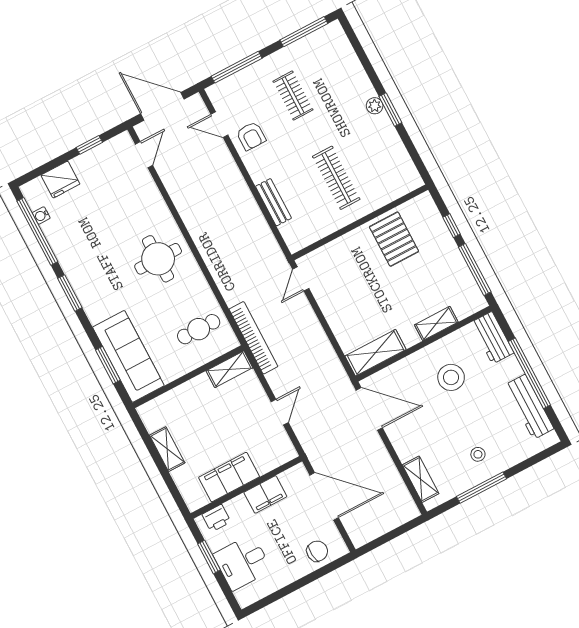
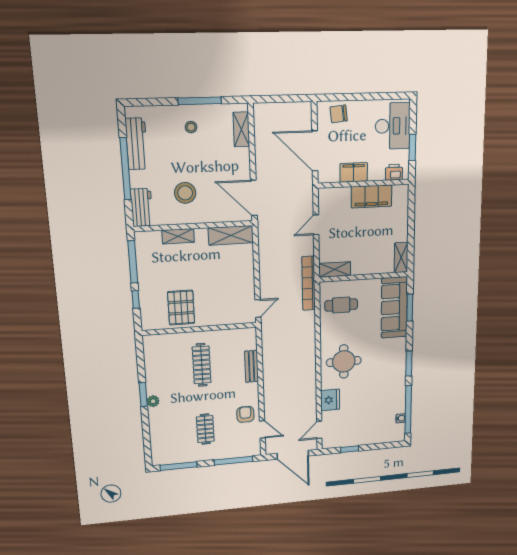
fridge: (60, 180) -> (330, 400), moved, turned 90
shelving: (167, 449) -> (401, 257), moved
desk: (242, 562) -> (393, 126), width x1.37

